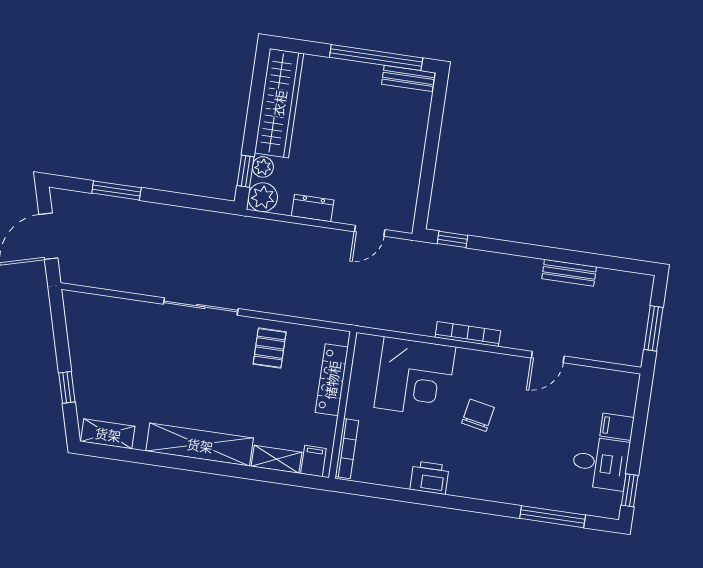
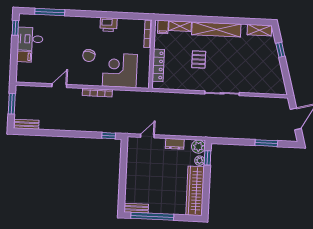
bench: (569, 273) -> (27, 124), moved
pallet: (270, 348) -> (199, 59), moved

